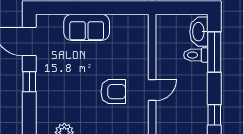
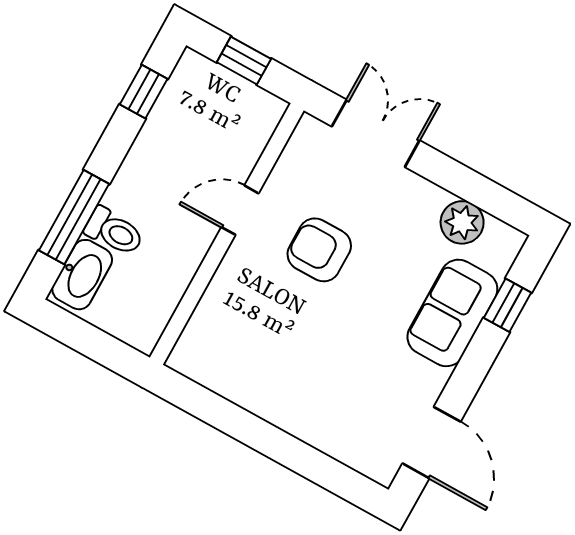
sofa: (87, 27) -> (452, 313), moved, turned -90
window: (29, 82) -> (508, 305), moved

